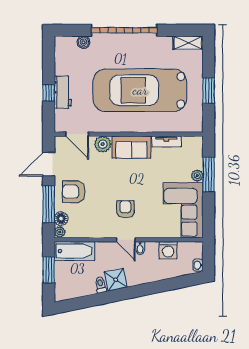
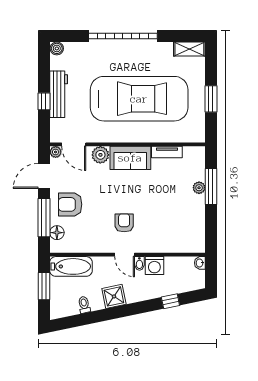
boiler: (83, 42) -> (57, 48), moved
car: (140, 90) -> (139, 99), turned 180
workbench: (63, 92) -> (59, 94), width x1.38
corner sofa: (183, 210) -> (184, 224), removed
plant: (60, 232) -> (56, 152), moved
washing machine: (168, 250) -> (154, 266), moved
washbasin: (198, 265) -> (200, 263), moved
window: (170, 284) -> (170, 301), added
toilet: (101, 285) -> (84, 305), moved

